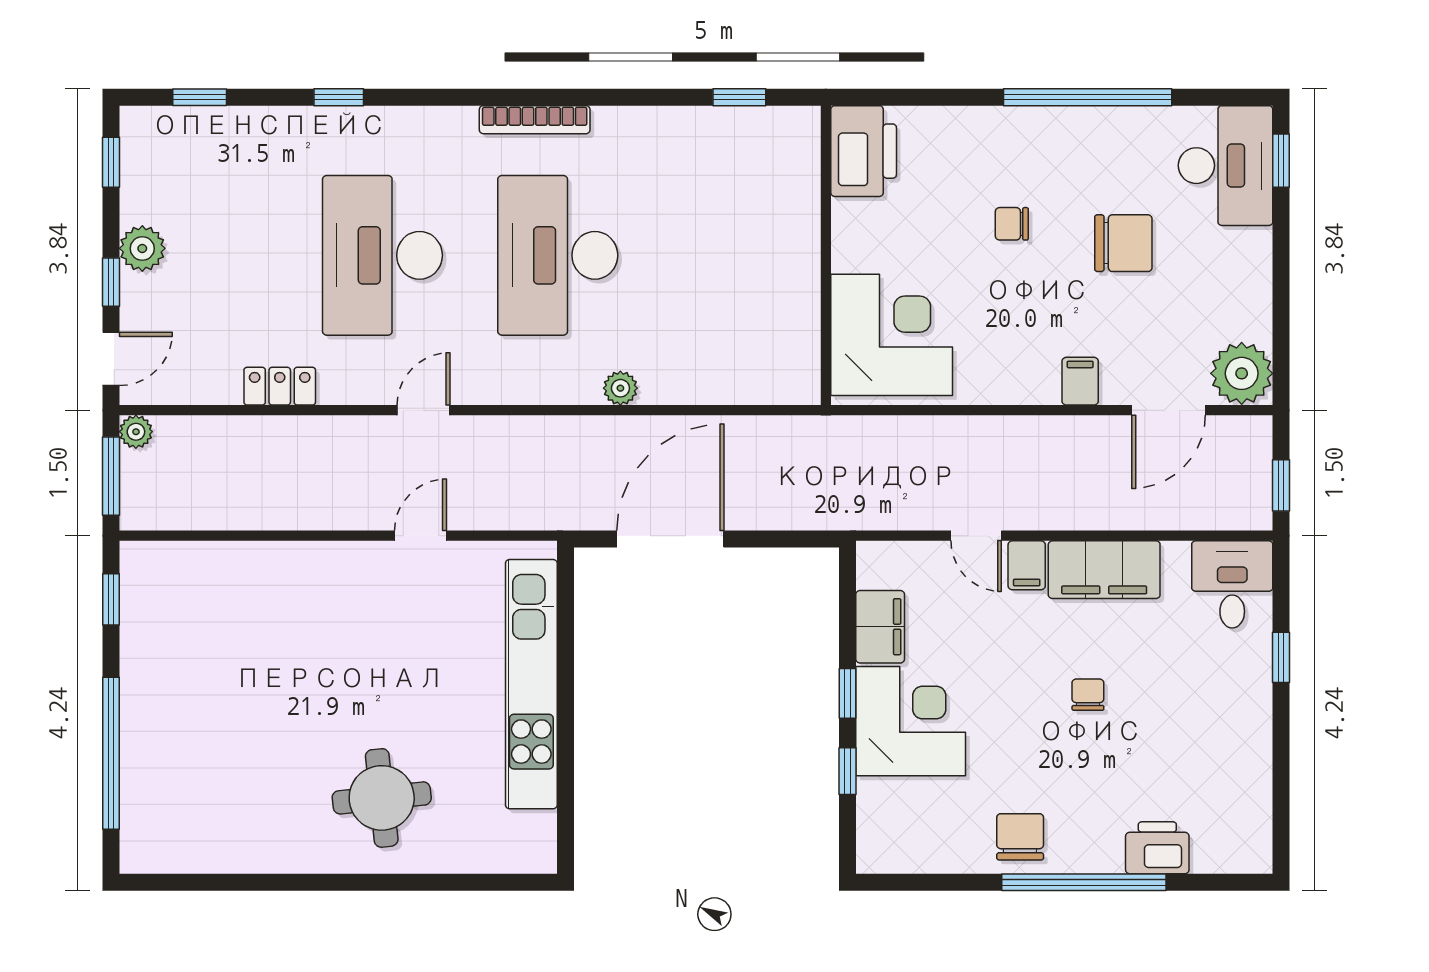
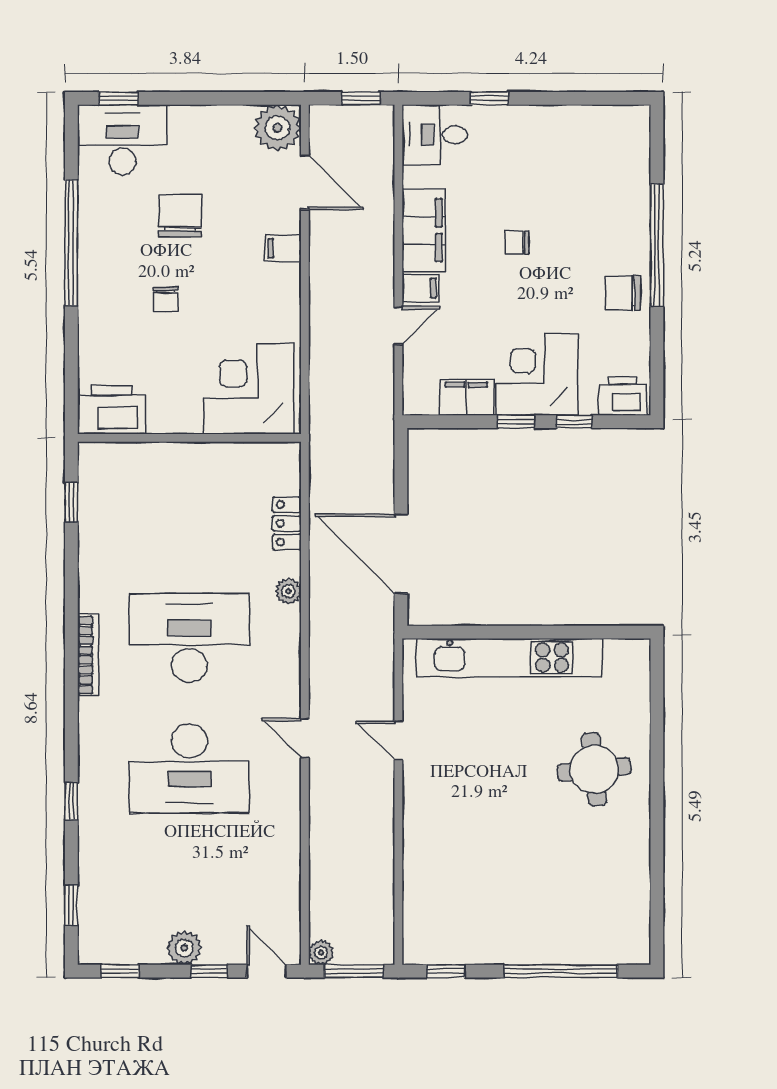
desk: (558, 255) -> (189, 638), turned 180
locker: (280, 386) -> (287, 523), moved
printer: (1157, 848) -> (623, 396), moved, turned 90

